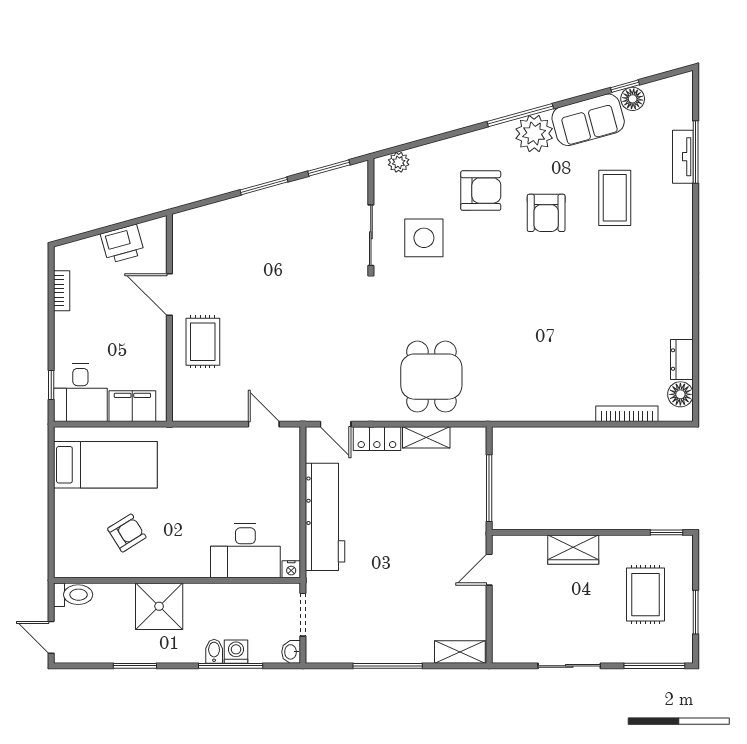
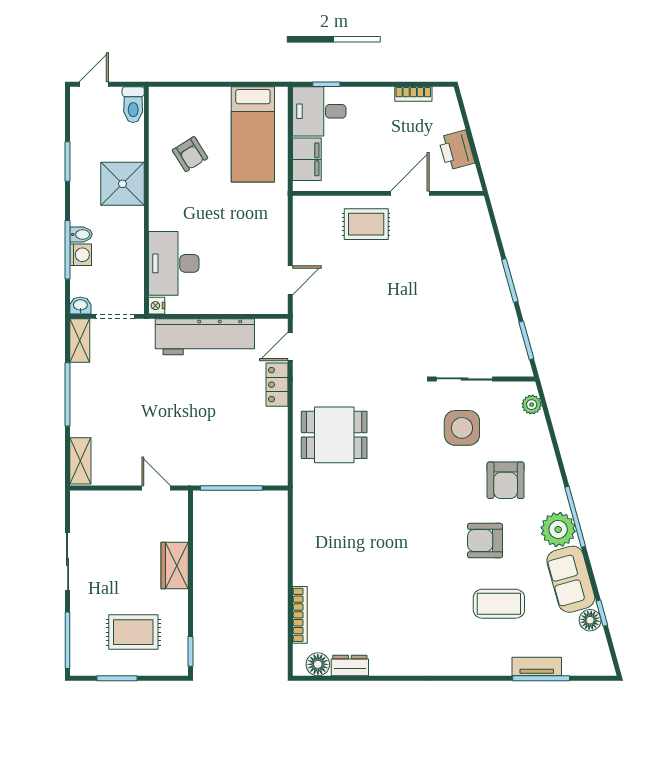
shelving: (426, 437) -> (80, 340), moved

